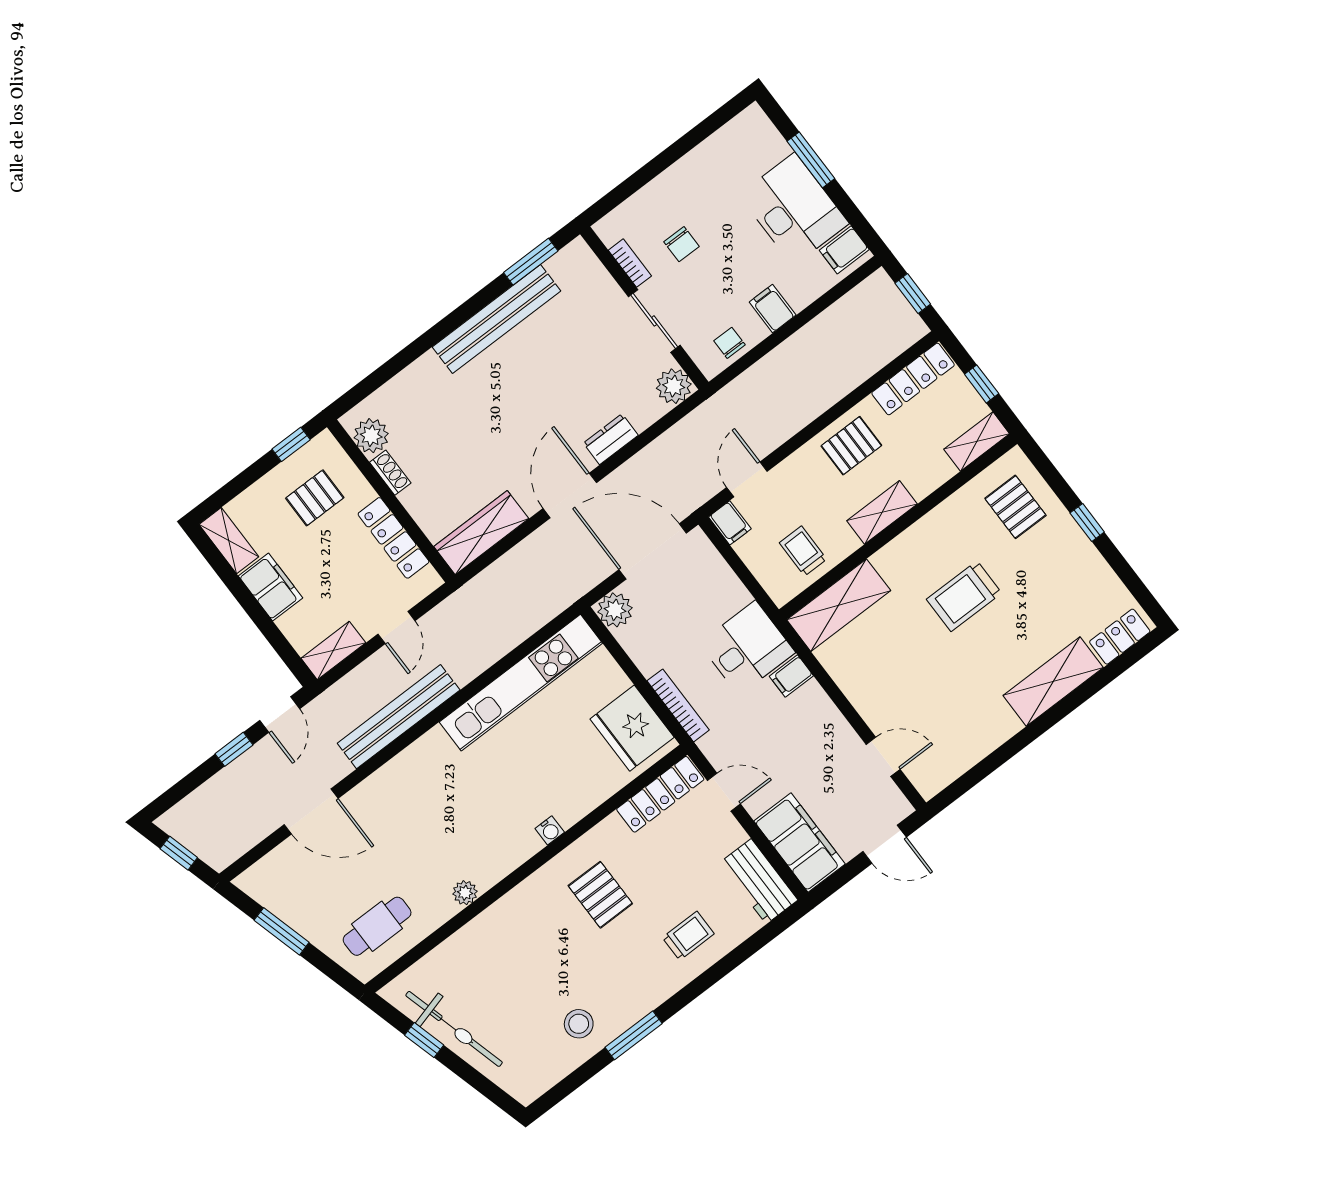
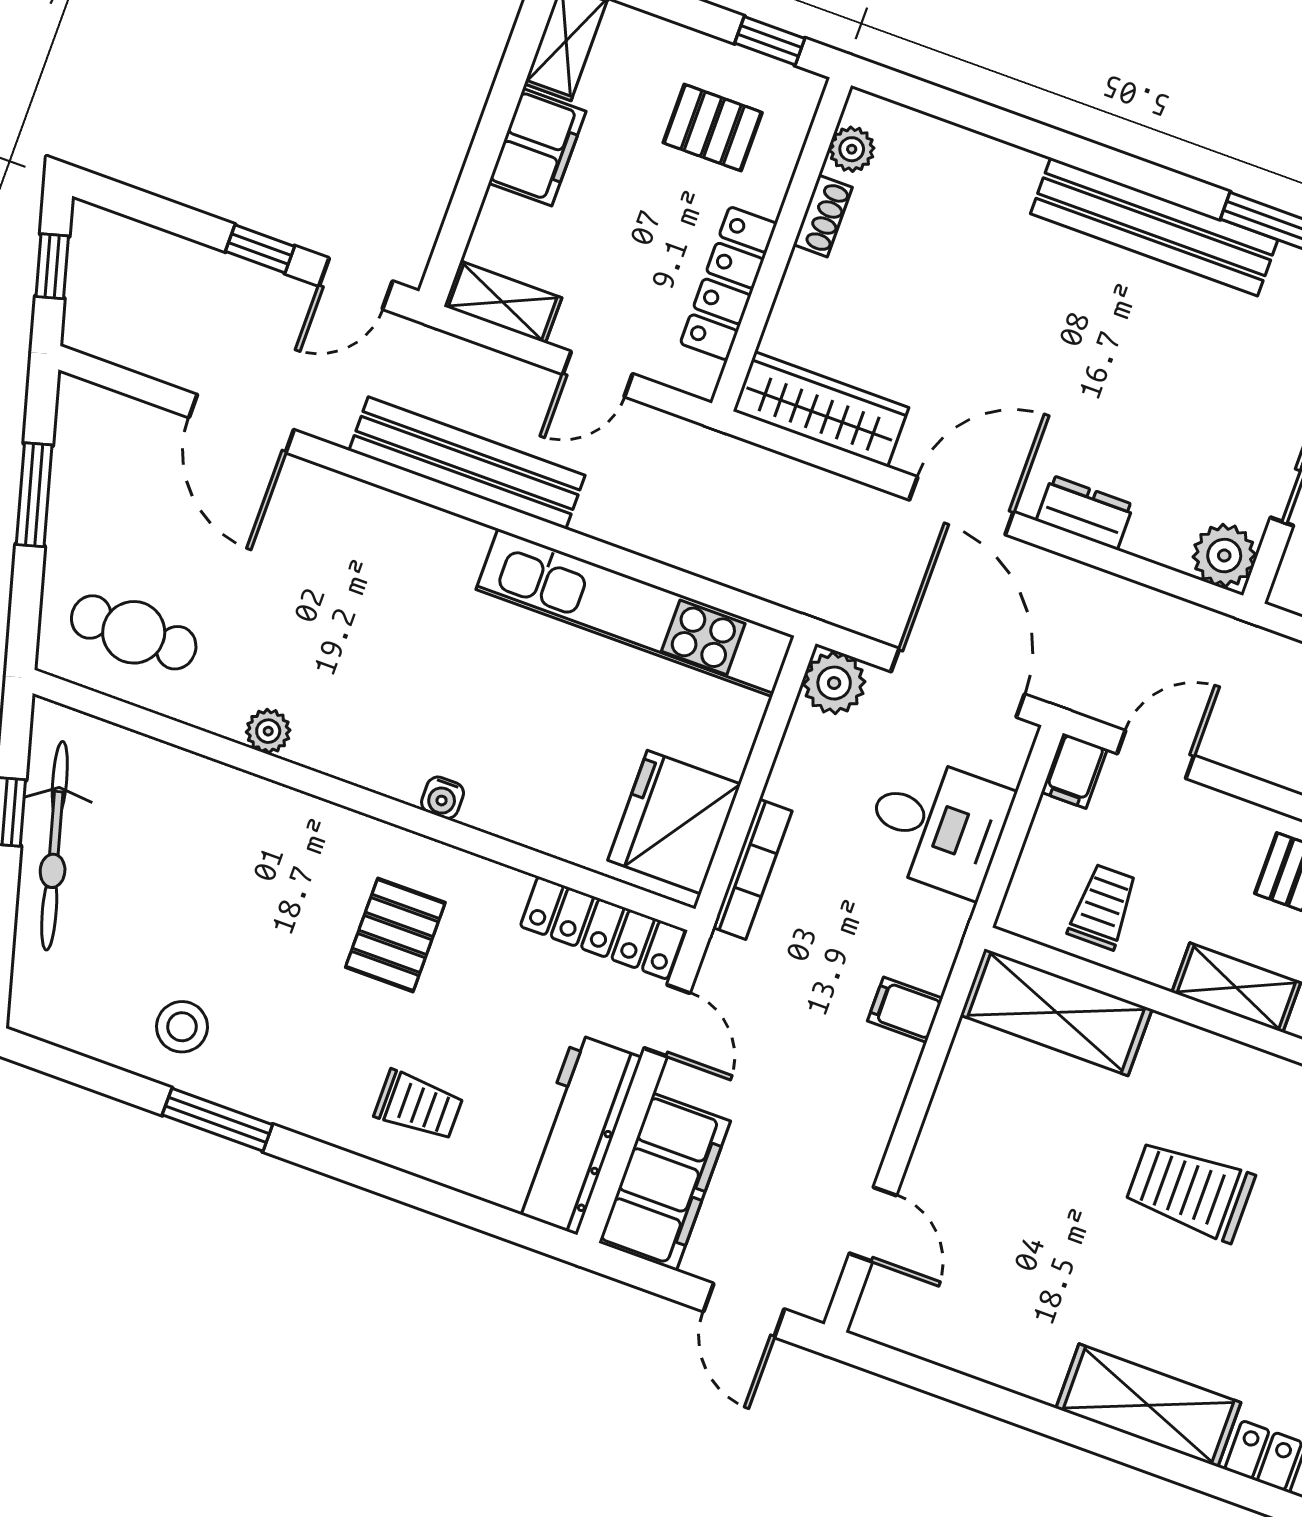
plant: (371, 436) -> (852, 149), width x0.73, depth x0.73
desk: (747, 648) -> (937, 825), moved
workbench: (759, 881) -> (576, 1134), width x1.37

